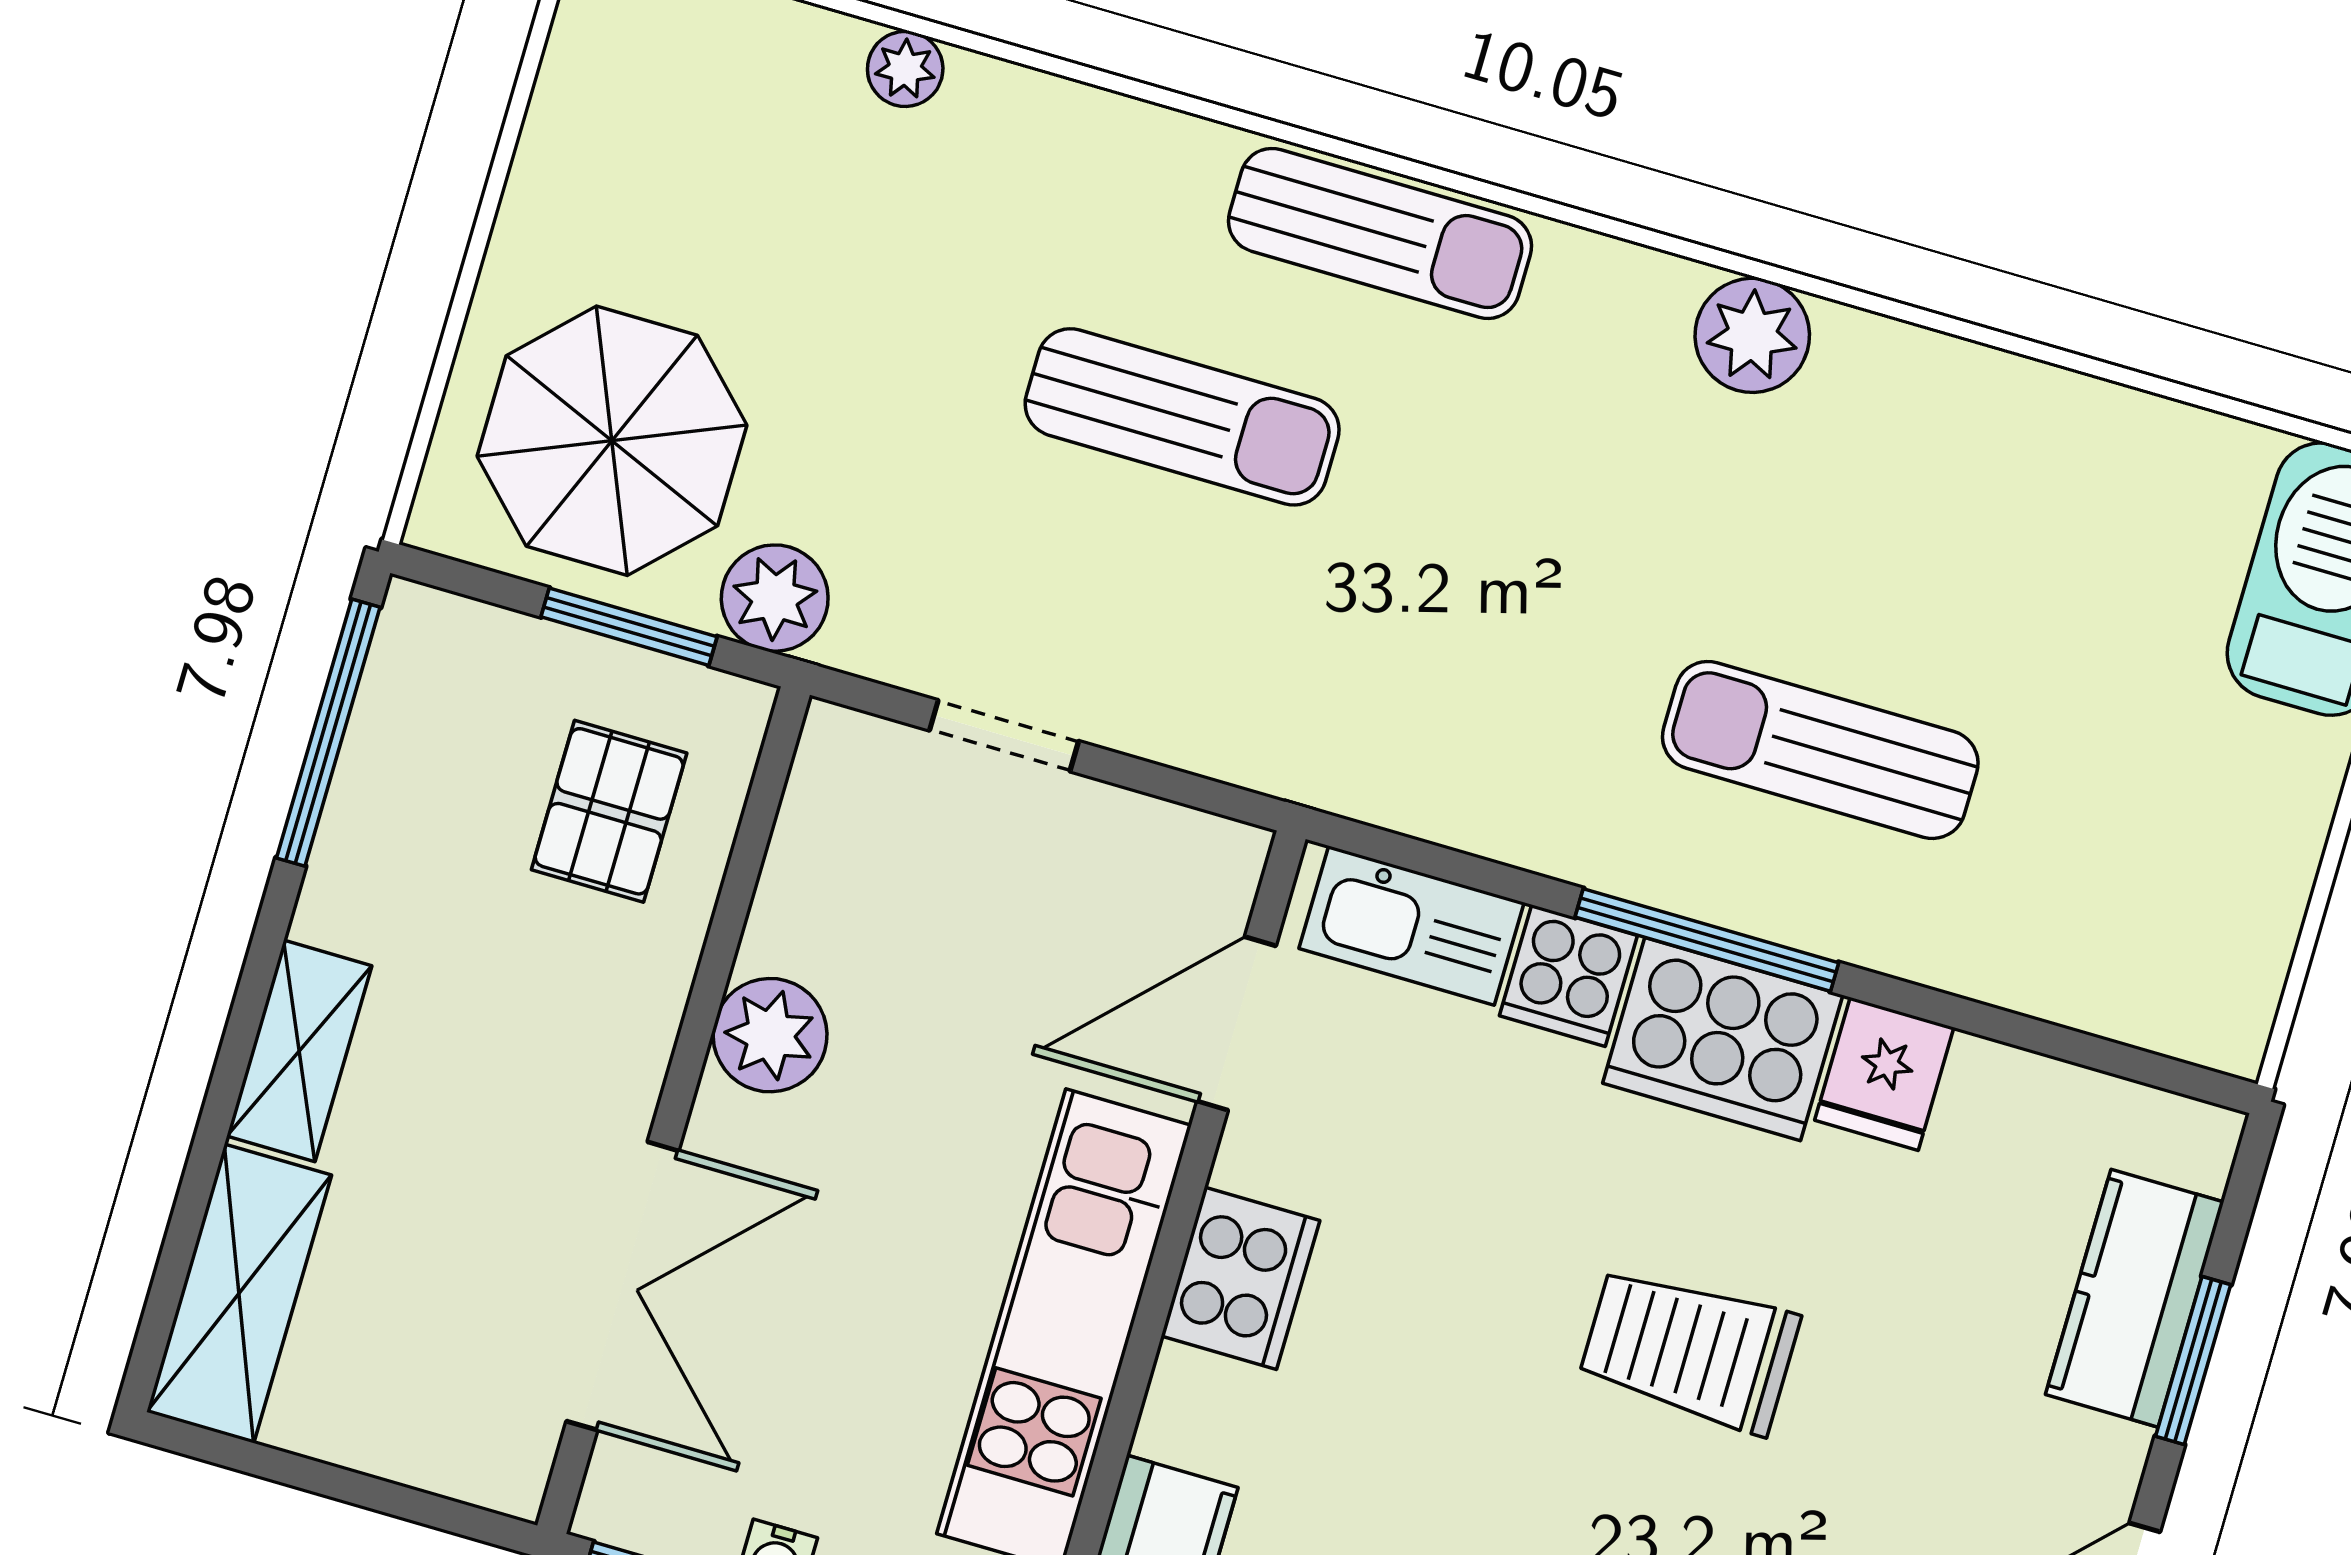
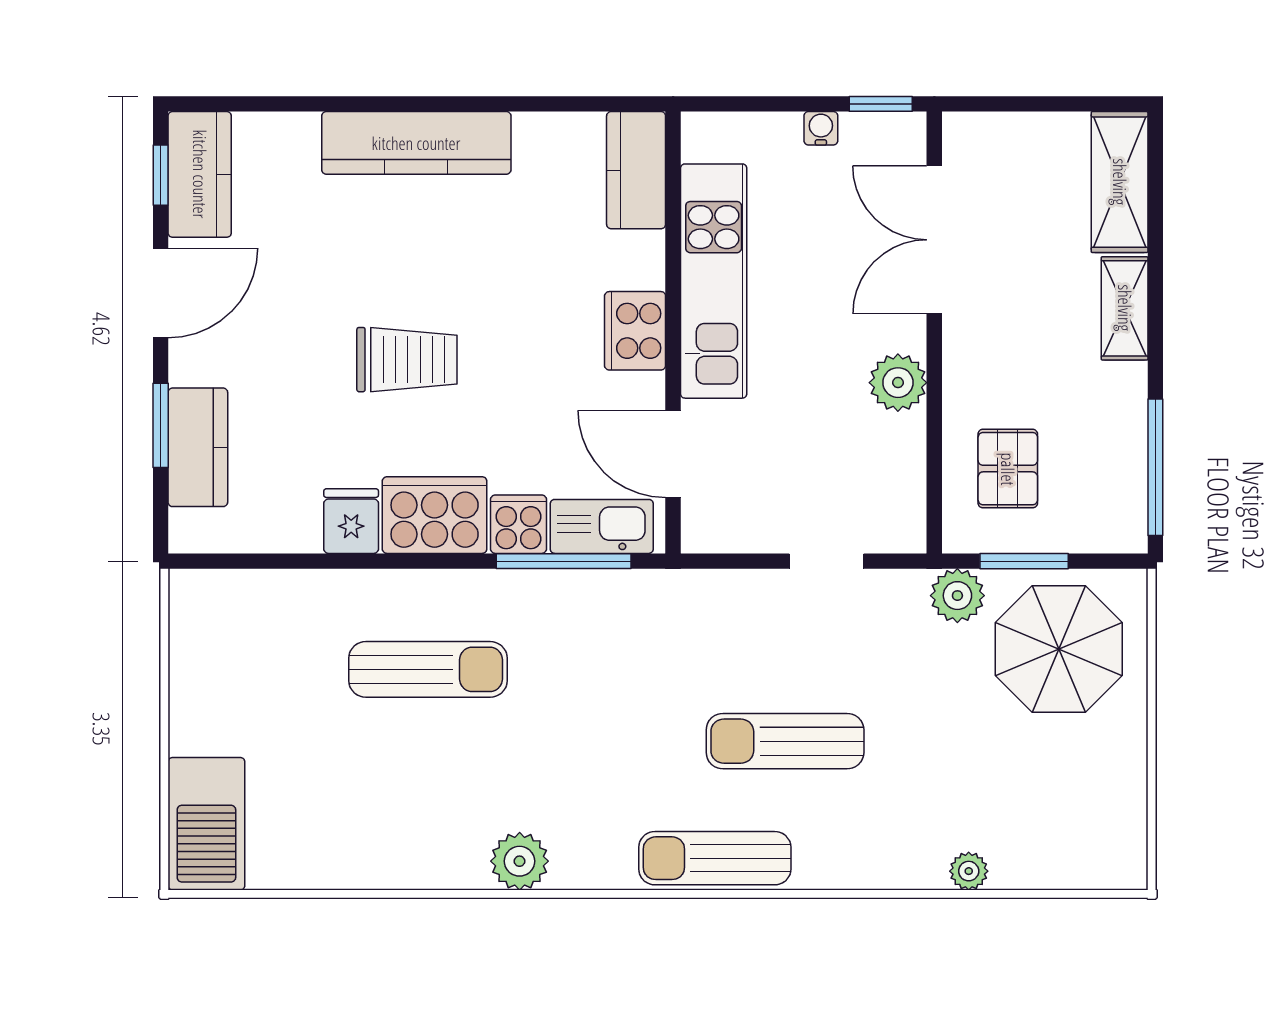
window: (1707, 940) -> (564, 561), moved
door: (1236, 1023) -> (673, 454), swing flipped

